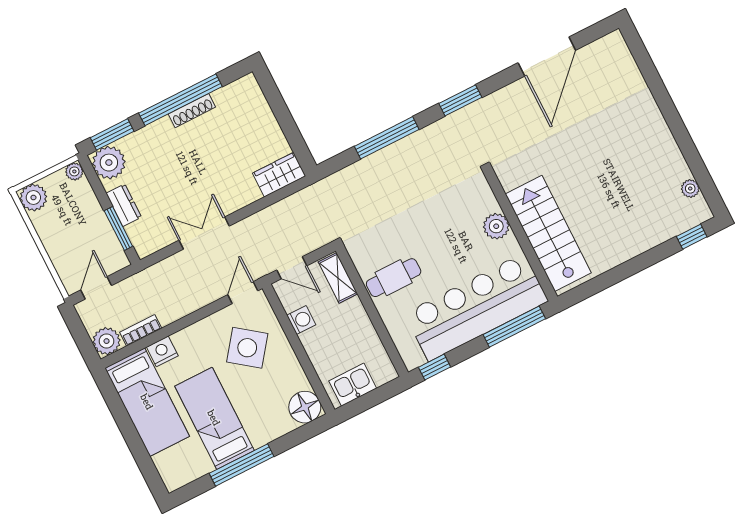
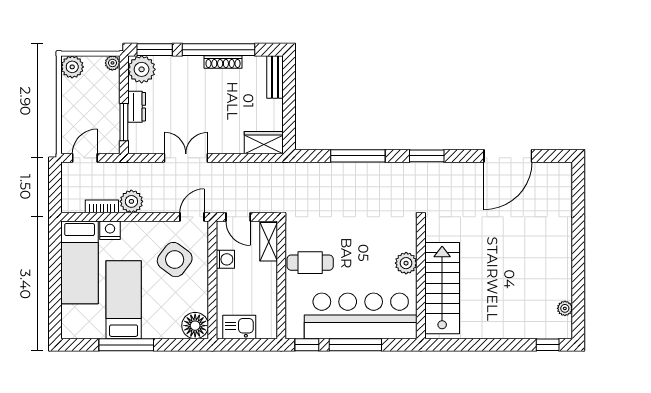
bench: (255, 98) -> (275, 77), added
window: (514, 327) -> (355, 345), moved
plant: (107, 341) -> (131, 201), moved

